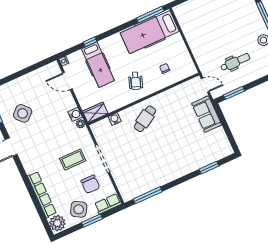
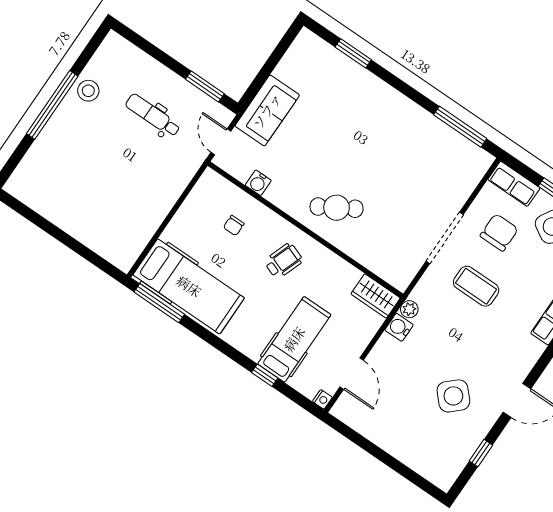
side table: (23, 113) -> (453, 396), moved
water cooler: (115, 119) -> (258, 183), moved

